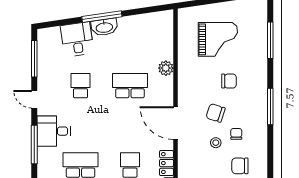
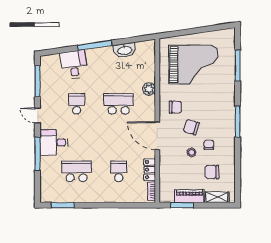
washbasin: (104, 27) -> (125, 50), moved
grand piano: (218, 39) -> (193, 65), width x1.37, depth x1.48
chair: (229, 81) -> (175, 107), moved

